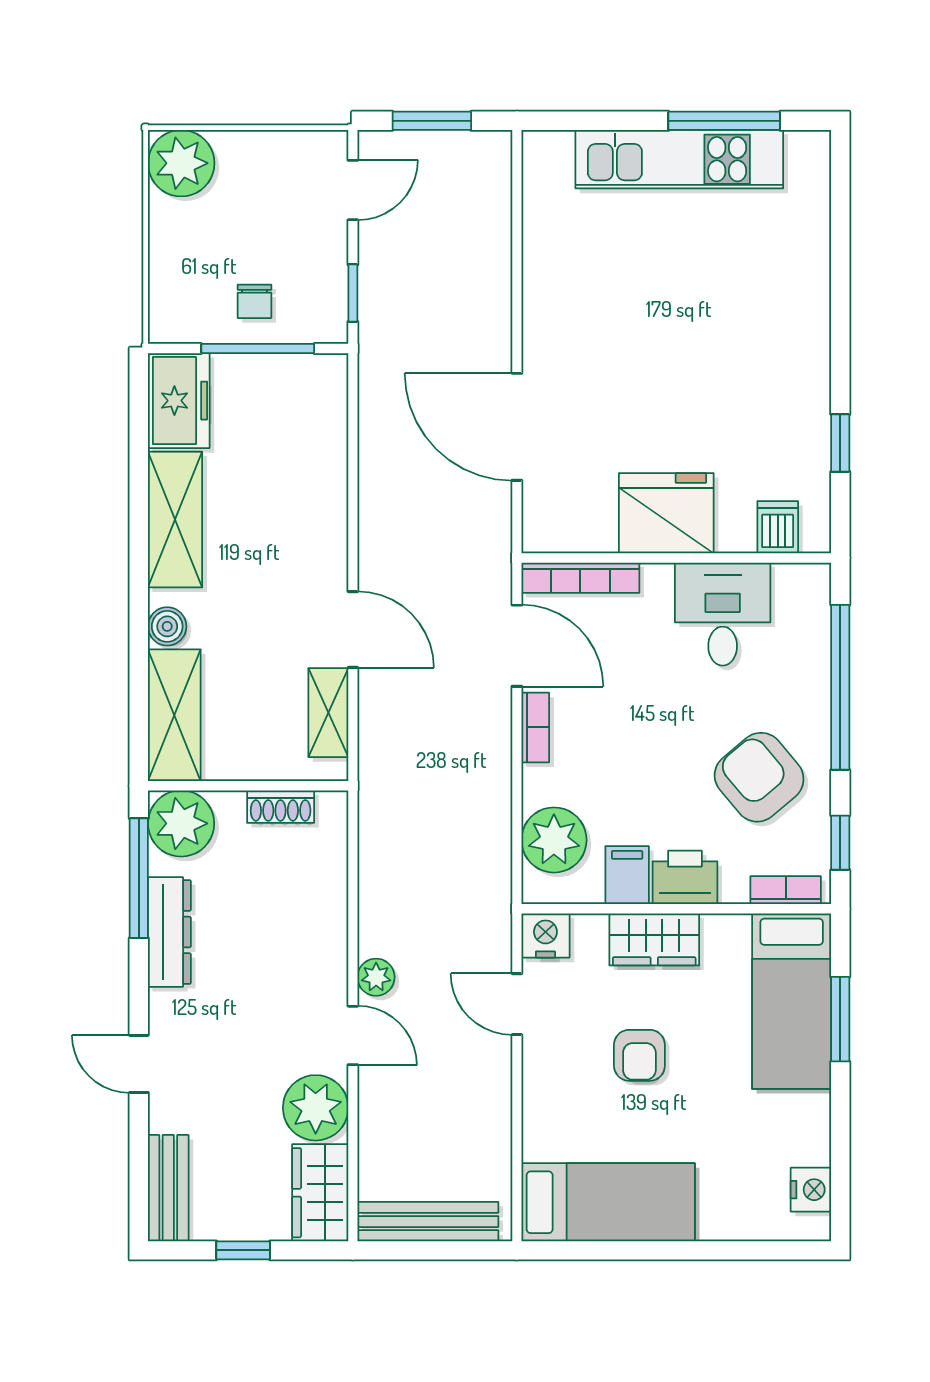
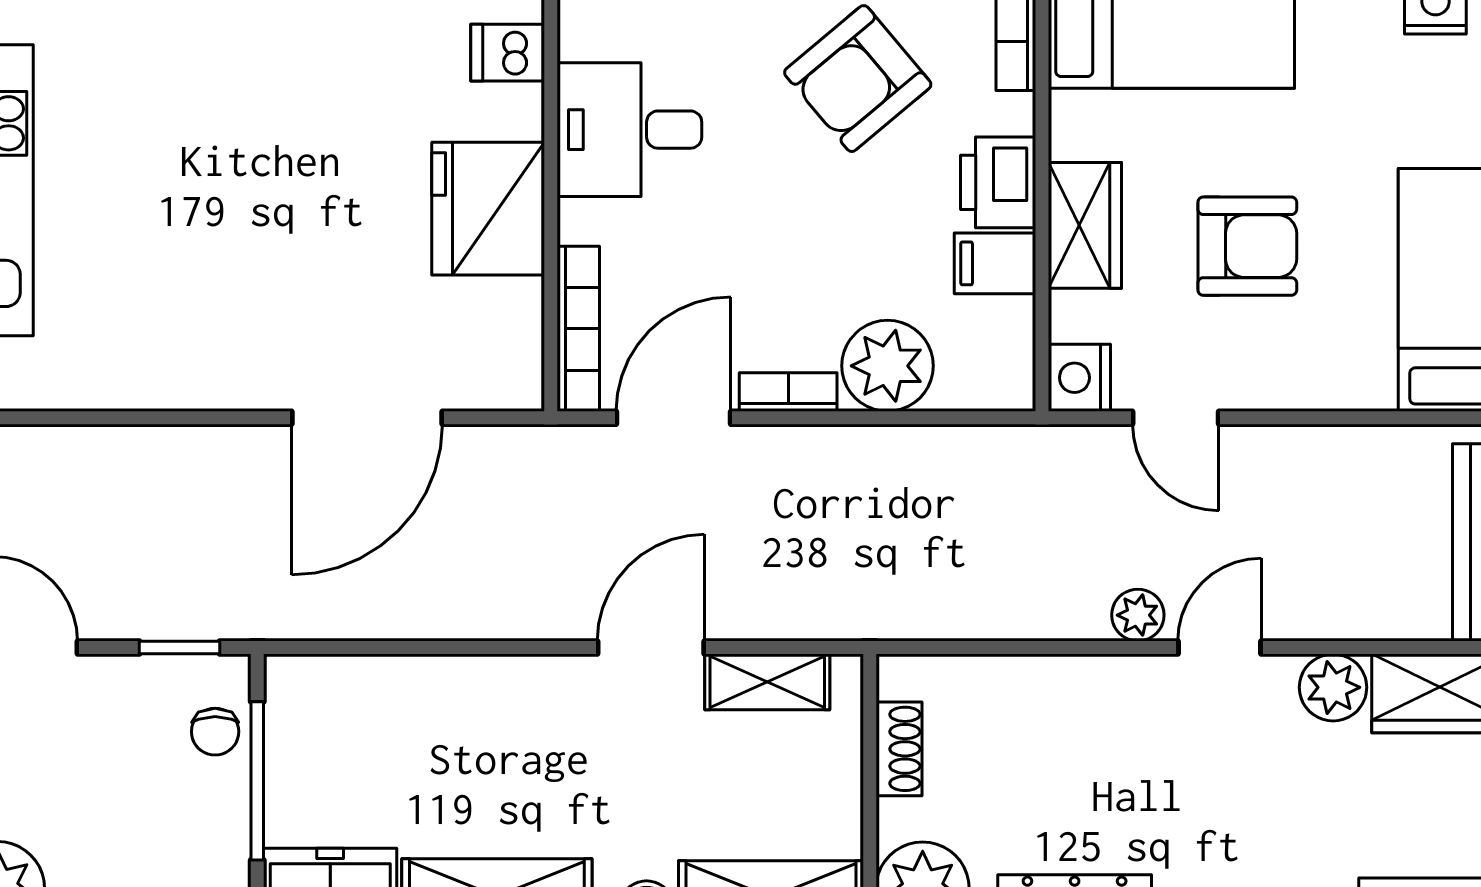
chair: (255, 301) -> (215, 732), moved, turned 90
plant: (554, 840) -> (888, 366), moved
door: (517, 1004) -> (1176, 418), hinge flipped
armchair: (639, 1055) -> (1247, 246), width x1.38, depth x1.38
plant: (316, 1108) -> (1333, 687), width x0.73, depth x0.73

